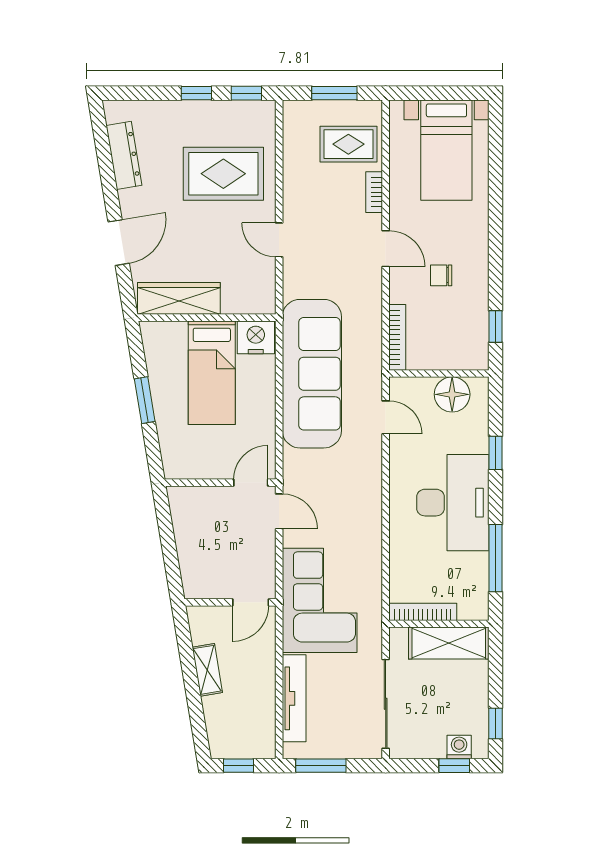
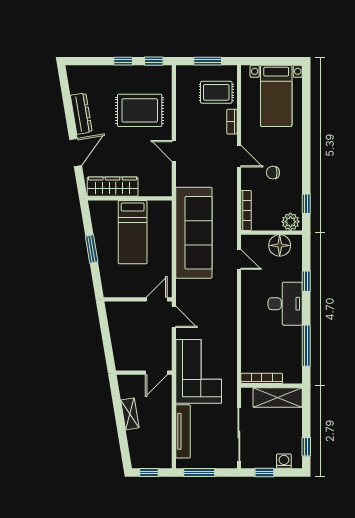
dresser: (124, 155) -> (81, 114), moved
nightstand: (256, 337) -> (160, 210), removed
plant: (470, 356) -> (290, 222), added
desk: (453, 503) -> (285, 304), width x0.73, depth x0.77
window: (454, 766) -> (264, 472), moved

